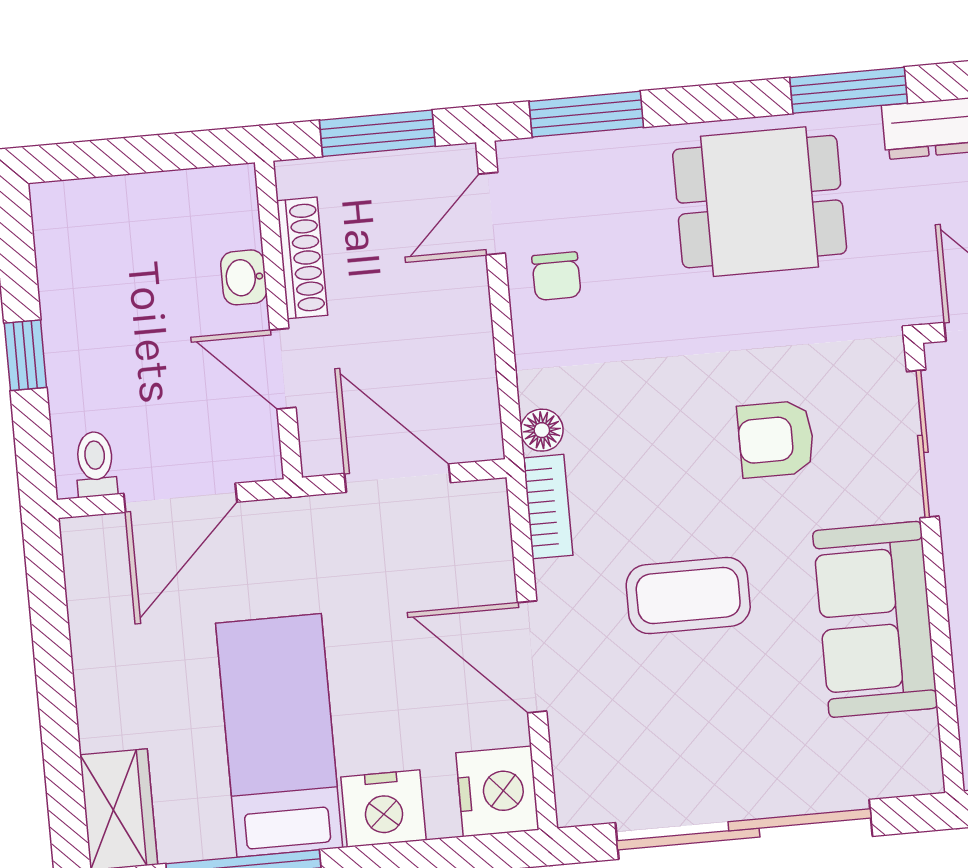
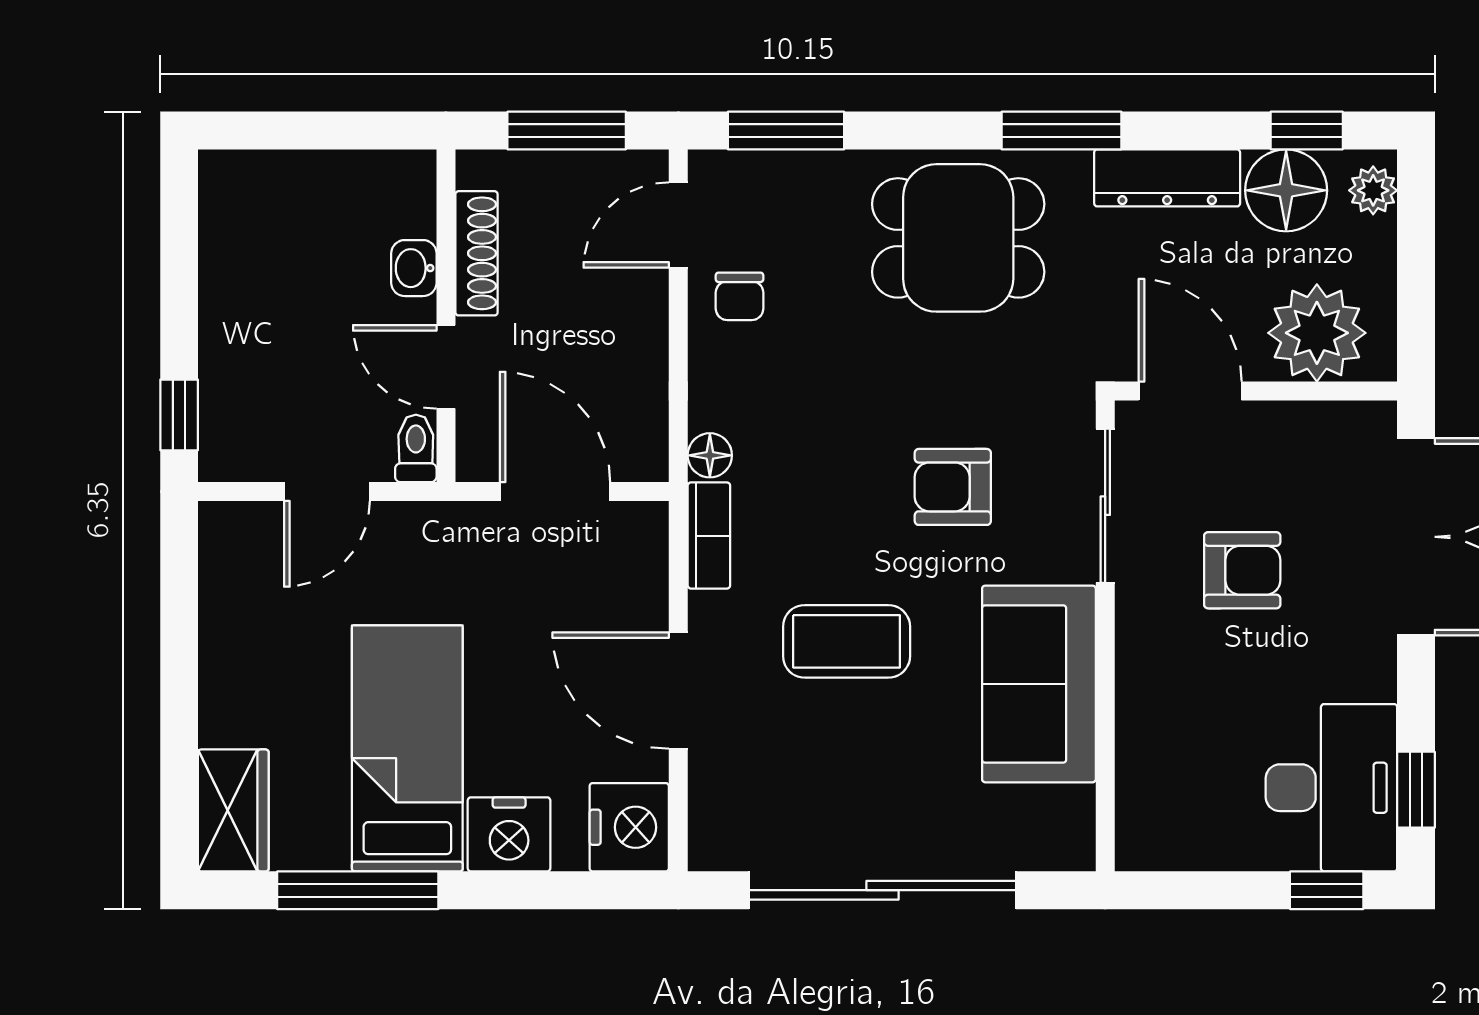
window: (25, 355) -> (179, 415), moved
toilet: (95, 464) -> (416, 448), moved
door: (180, 498) -> (327, 492), width x0.73

